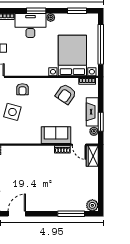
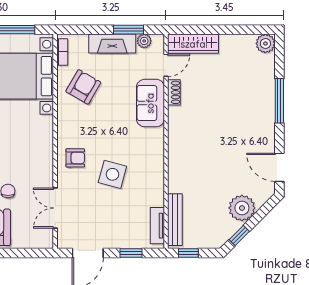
armchair: (66, 94) -> (83, 87), turned -95
wardrobe: (92, 156) -> (193, 44), width x1.50
window: (71, 214) -> (279, 101), moved

